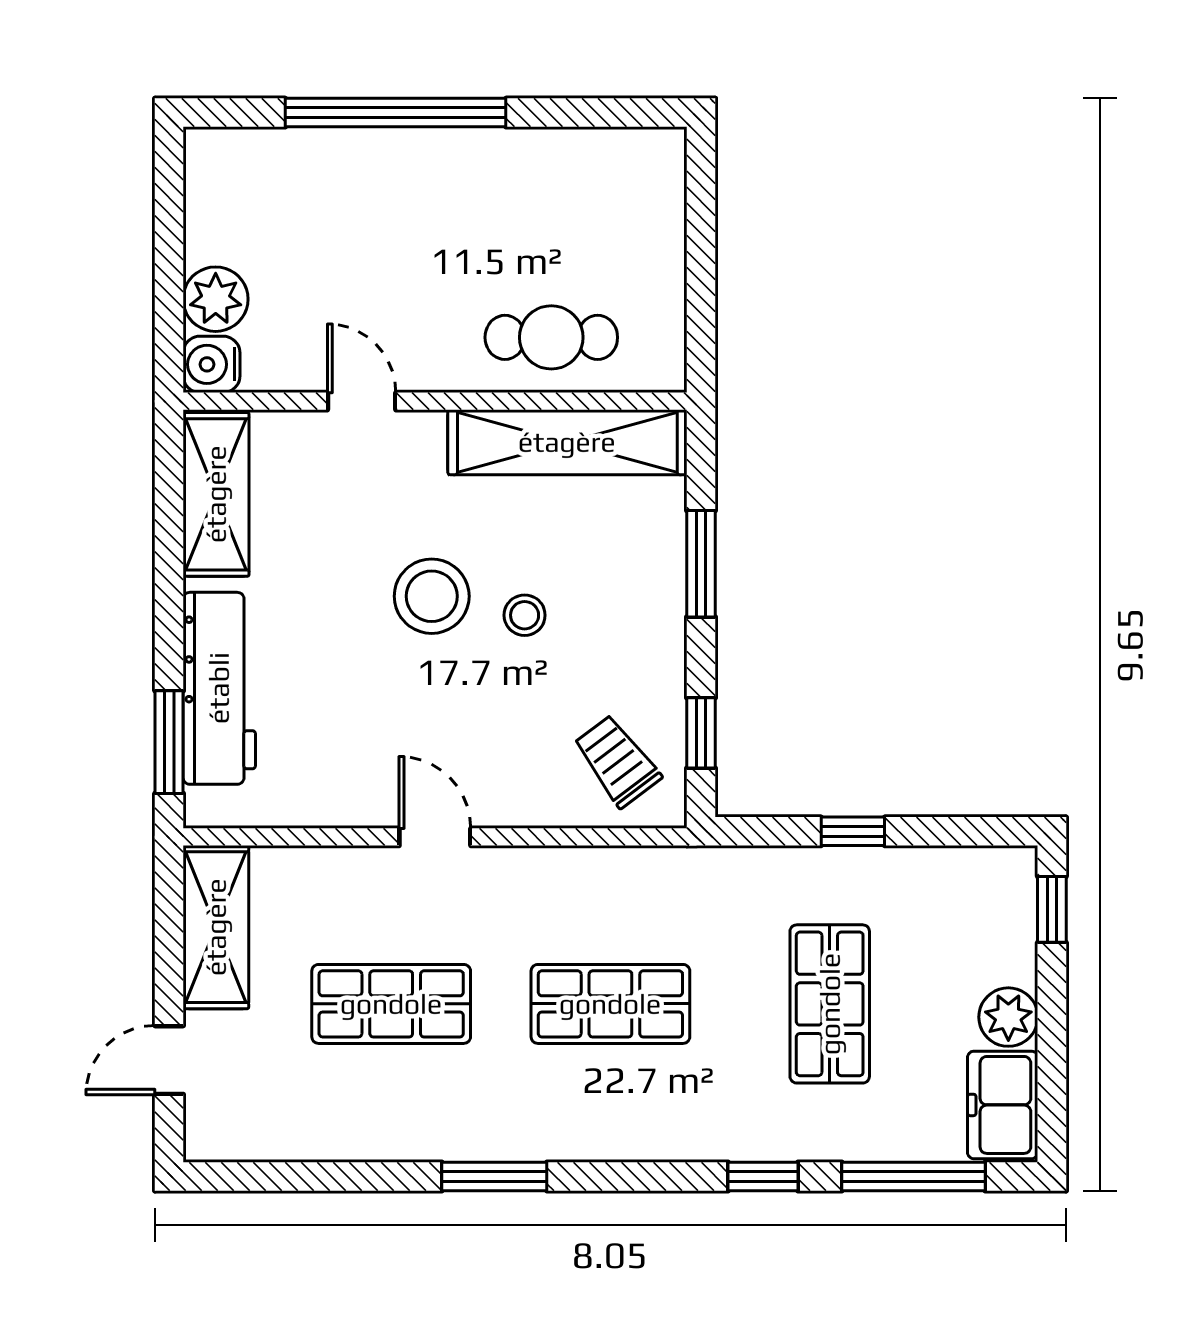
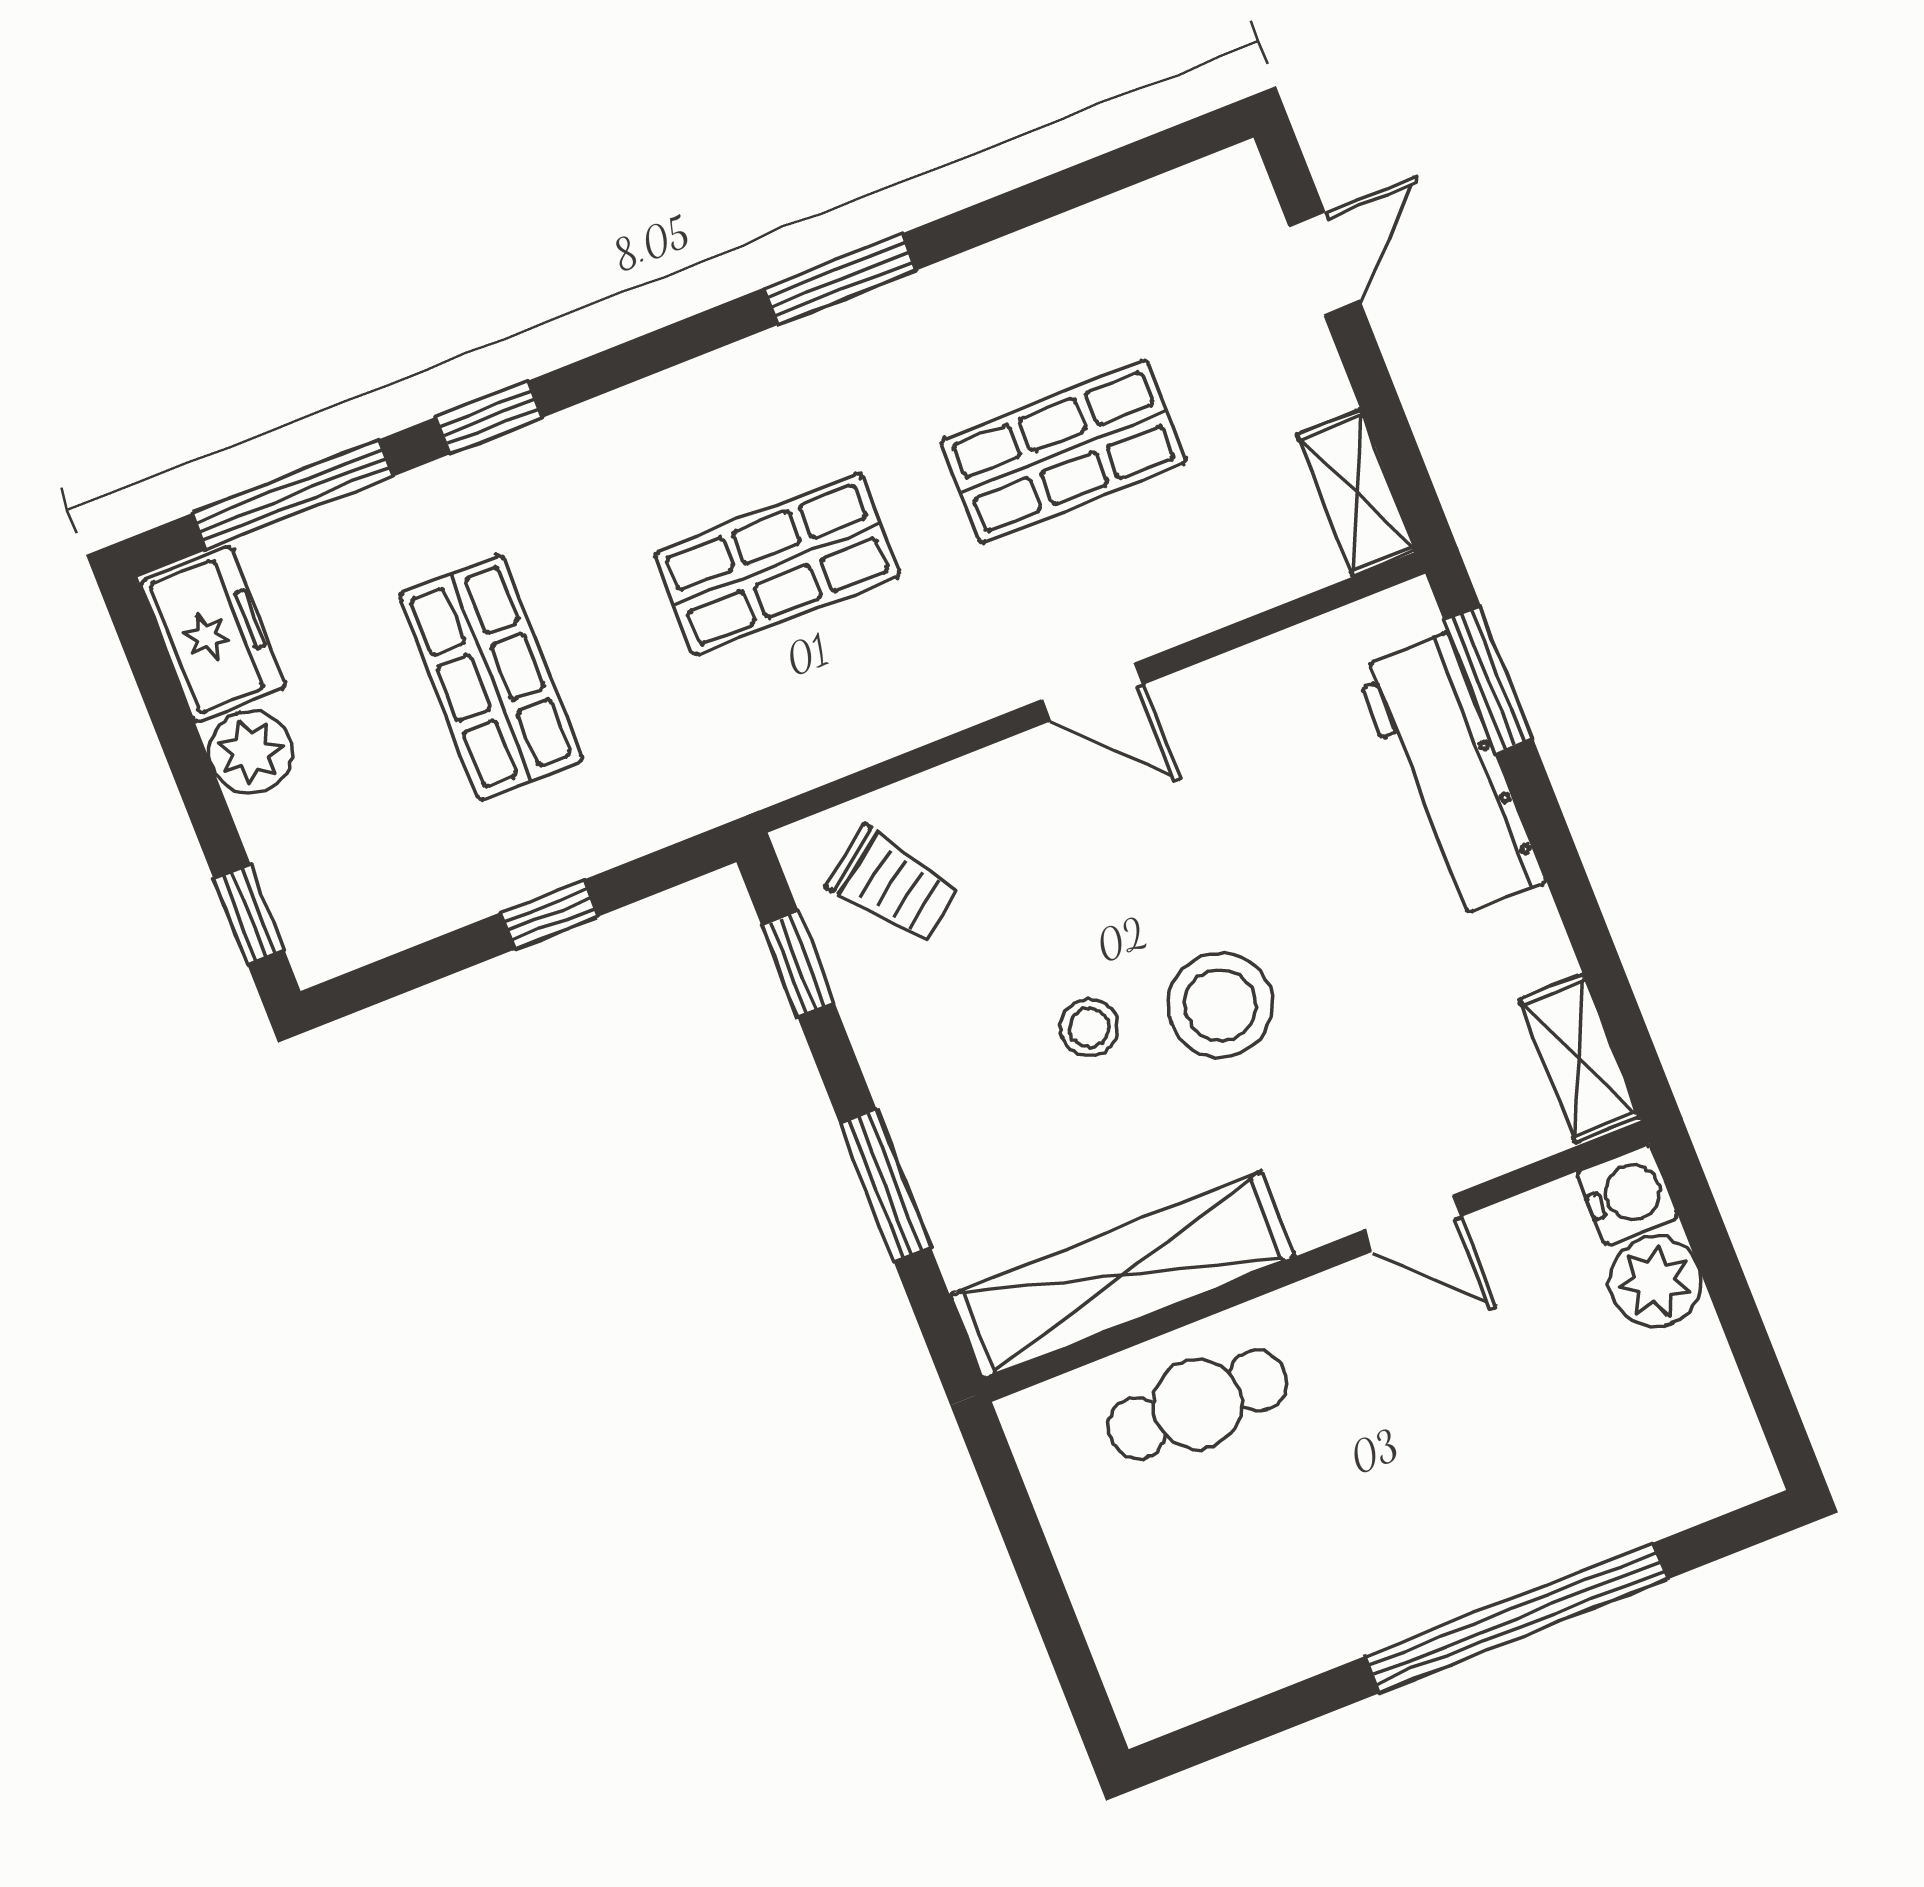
shelving: (216, 494) -> (1579, 1058), width x0.67, depth x0.75
shelving: (216, 927) -> (1357, 493), width x0.67, depth x0.75

